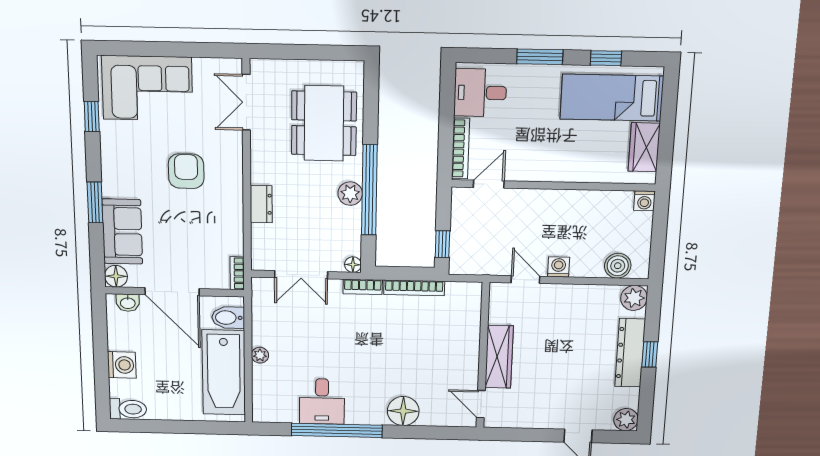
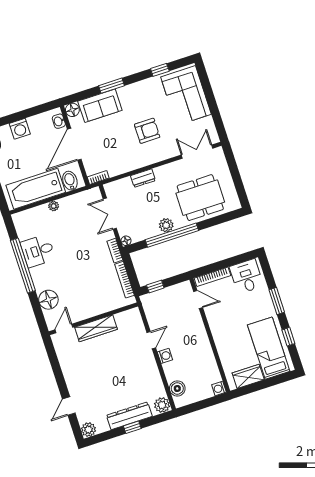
wall: (483, 356) -> (93, 319), moved
wardrobe: (499, 357) -> (96, 328), moved
door: (481, 404) -> (64, 328), moved

